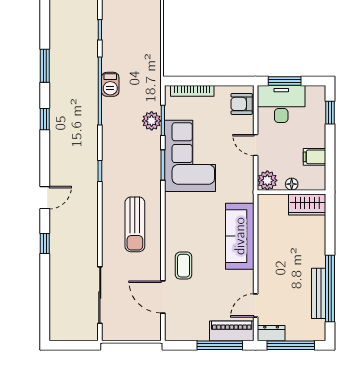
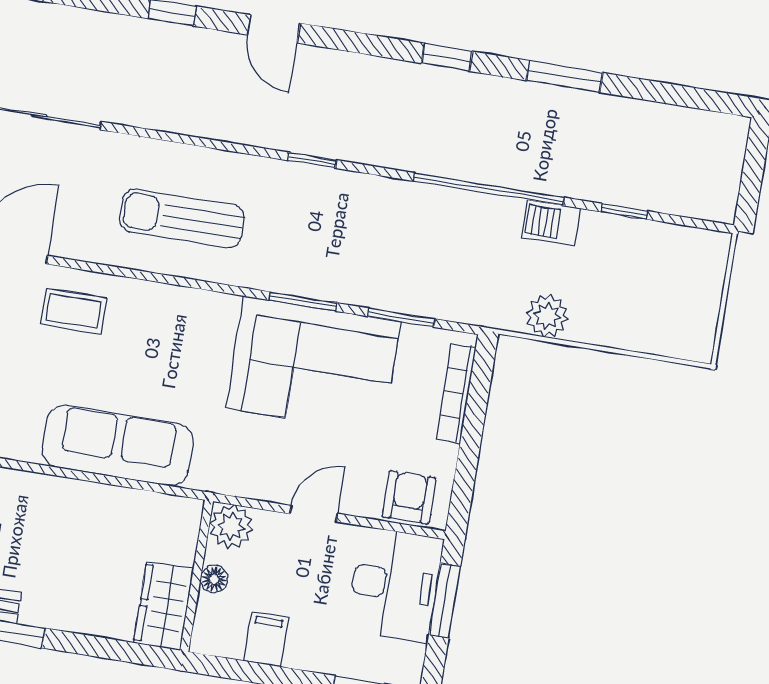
barbecue: (110, 84) -> (551, 223), moved
plant: (152, 121) -> (547, 316), moved

